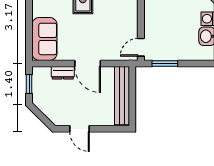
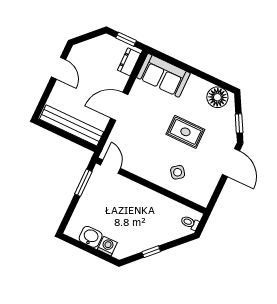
dresser: (63, 73) -> (129, 62), moved
door: (80, 129) -> (58, 68), swing flipped

